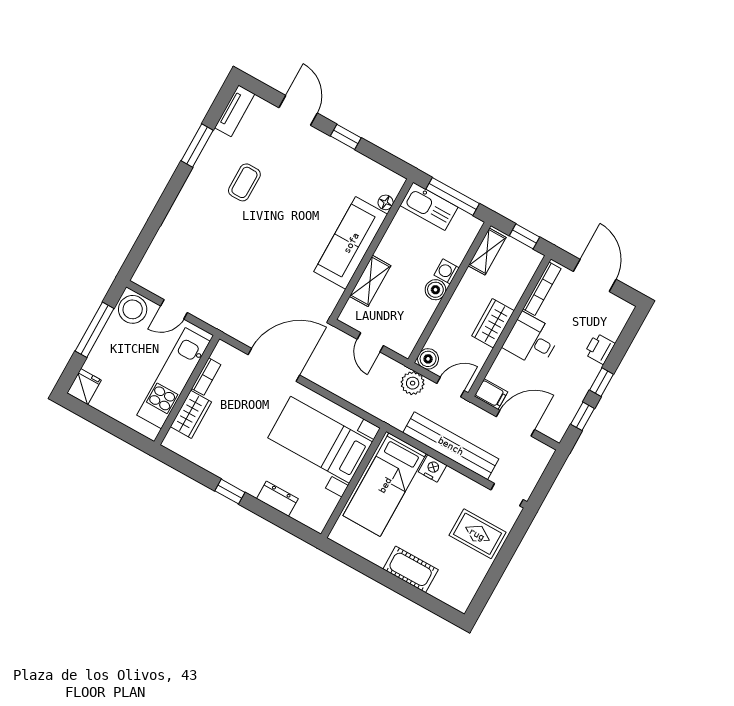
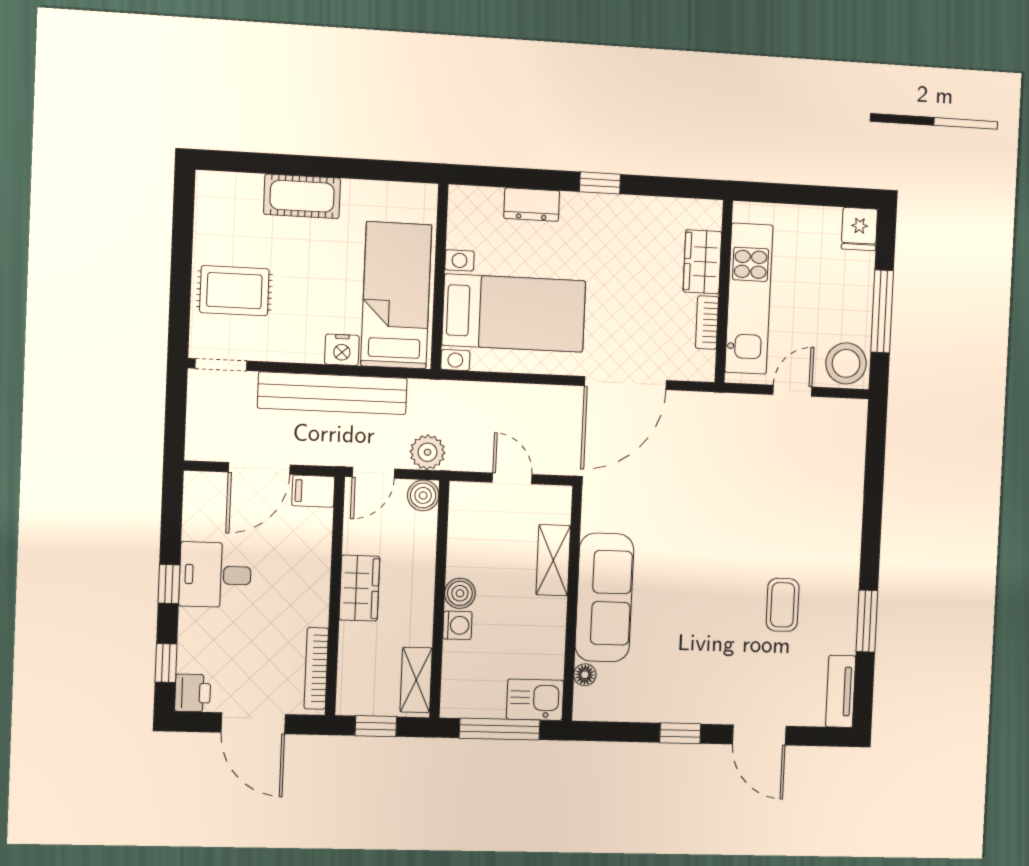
kitchen sink: (429, 206) -> (535, 700), width x0.73
desk: (532, 340) -> (215, 575), moved, turned 180
printer: (600, 349) -> (193, 693), moved
window: (582, 416) -> (166, 663), moved

